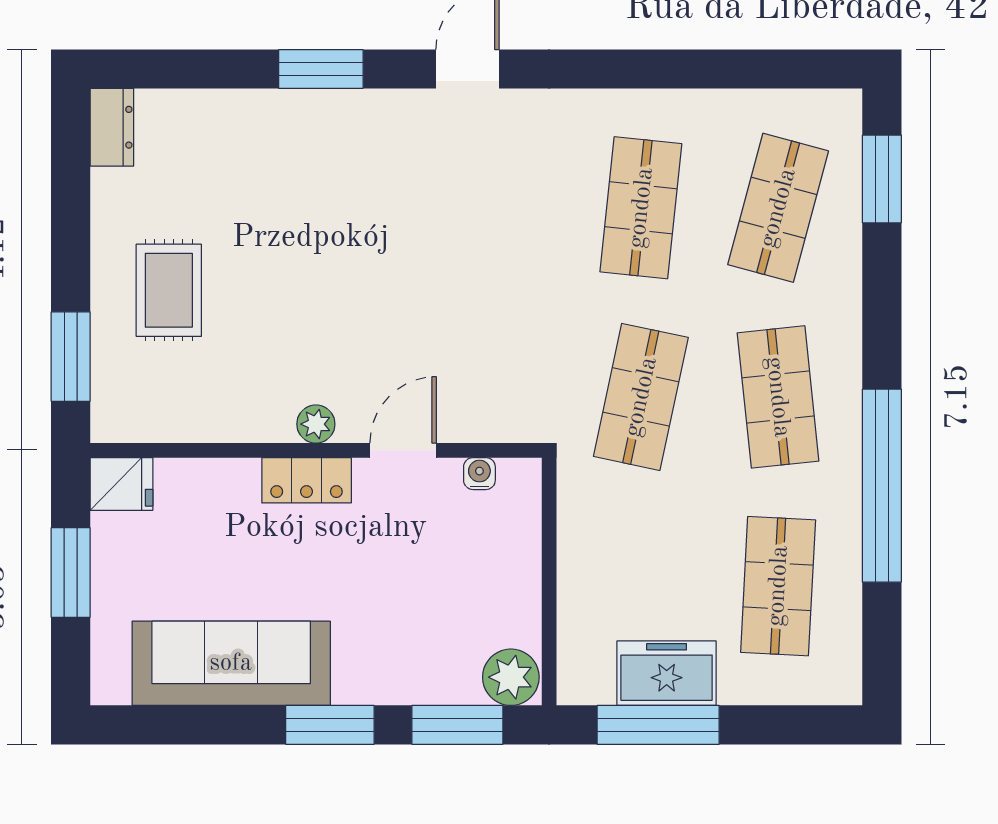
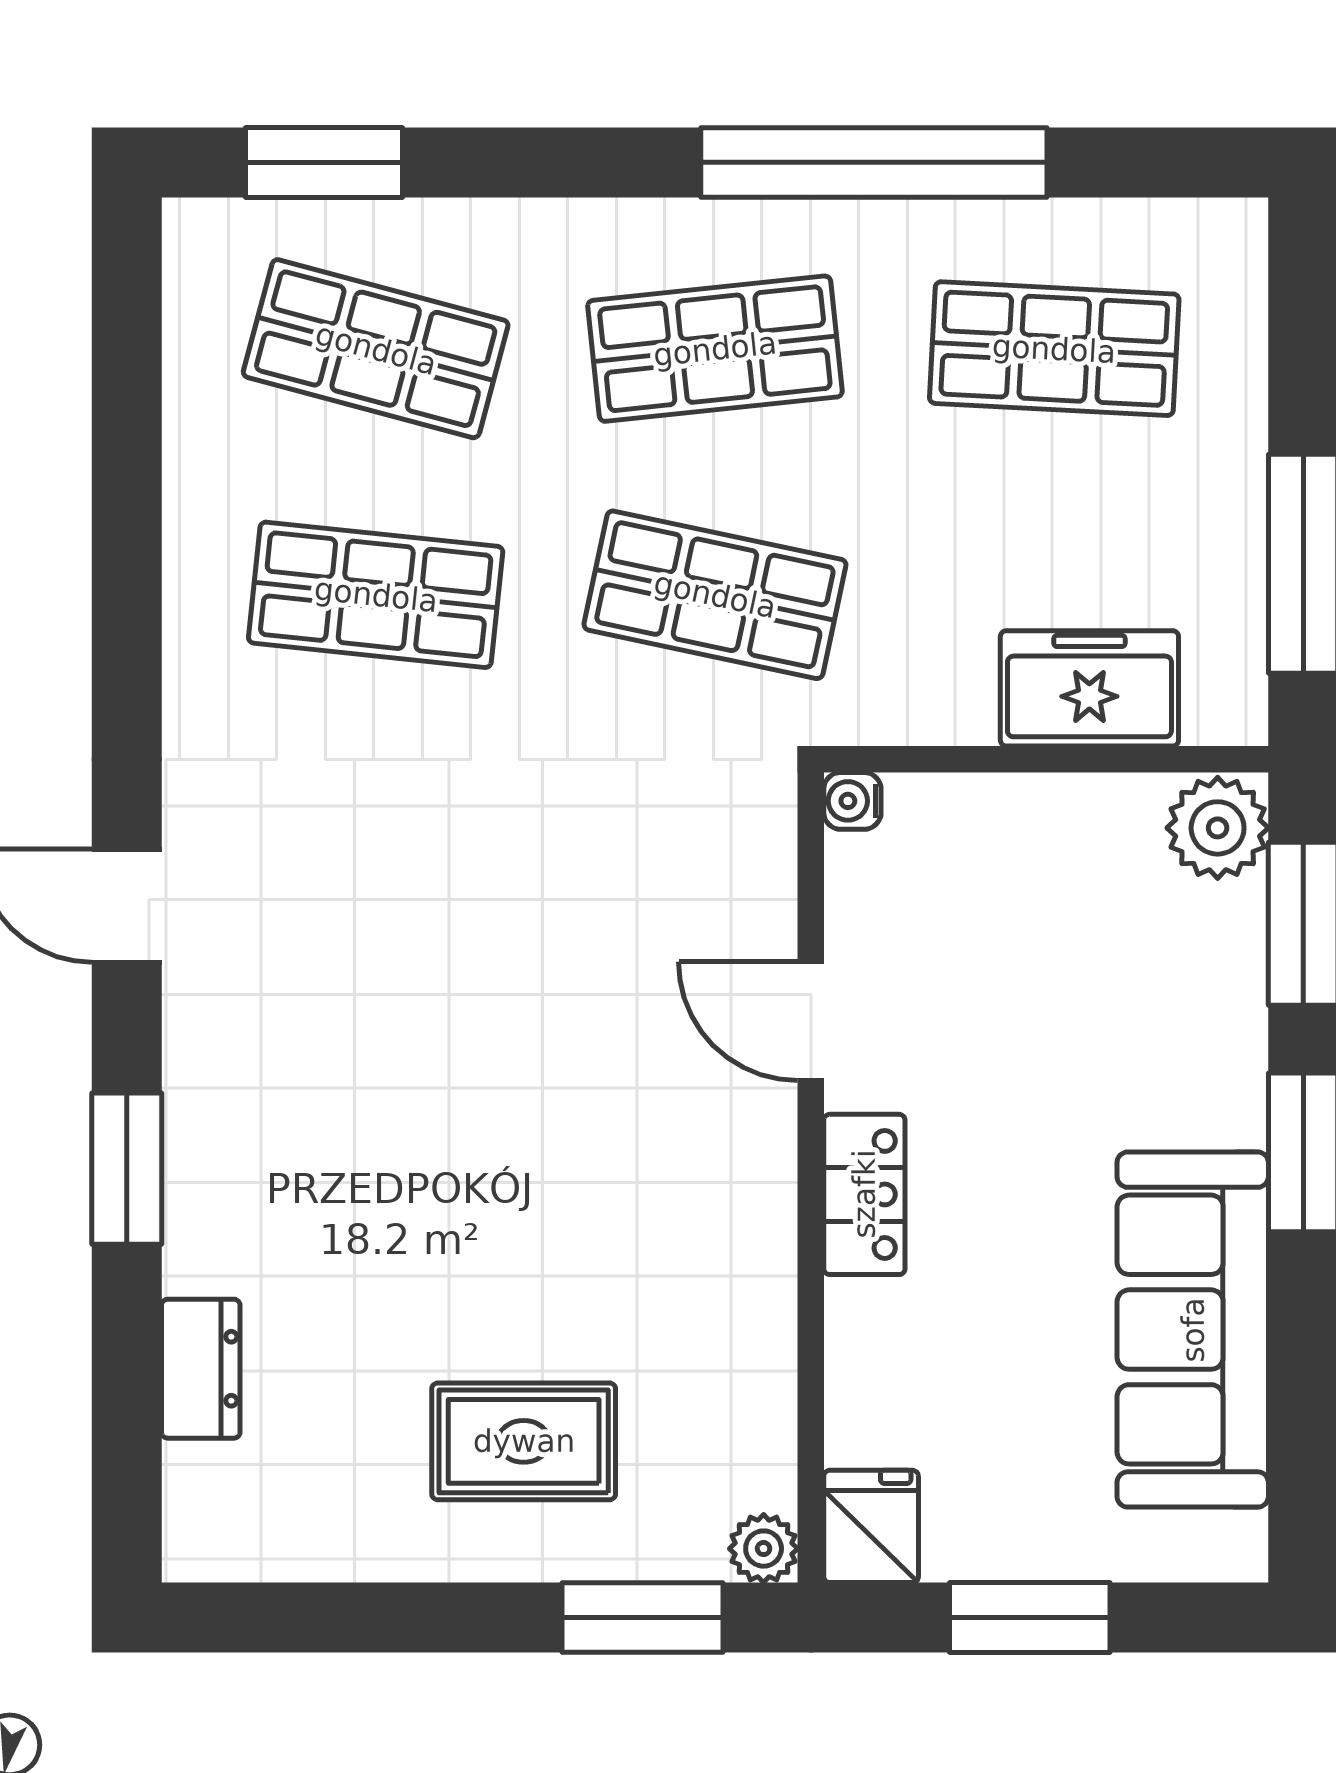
dresser: (112, 127) -> (201, 1369), moved, turned 90
plant: (316, 424) -> (764, 1549), moved
water cooler: (479, 474) -> (852, 801), moved
freezer: (667, 673) -> (1089, 688), moved, turned 90

